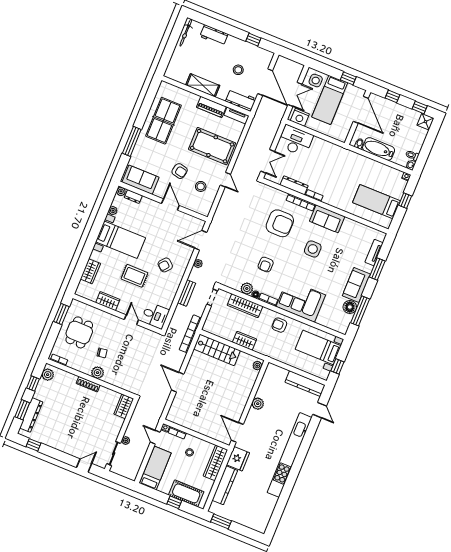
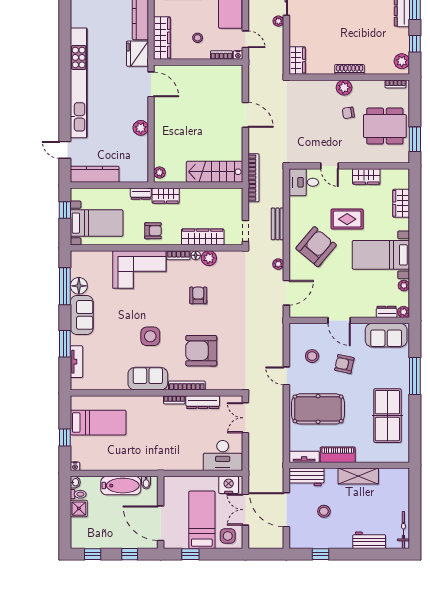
shower: (425, 122) -> (79, 509), moved
armchair: (165, 265) -> (316, 247), width x1.88, depth x1.88
dining table: (79, 332) -> (385, 126), width x1.38
wardrobe: (245, 341) -> (166, 196), moved
dresser: (277, 356) -> (141, 194), added

